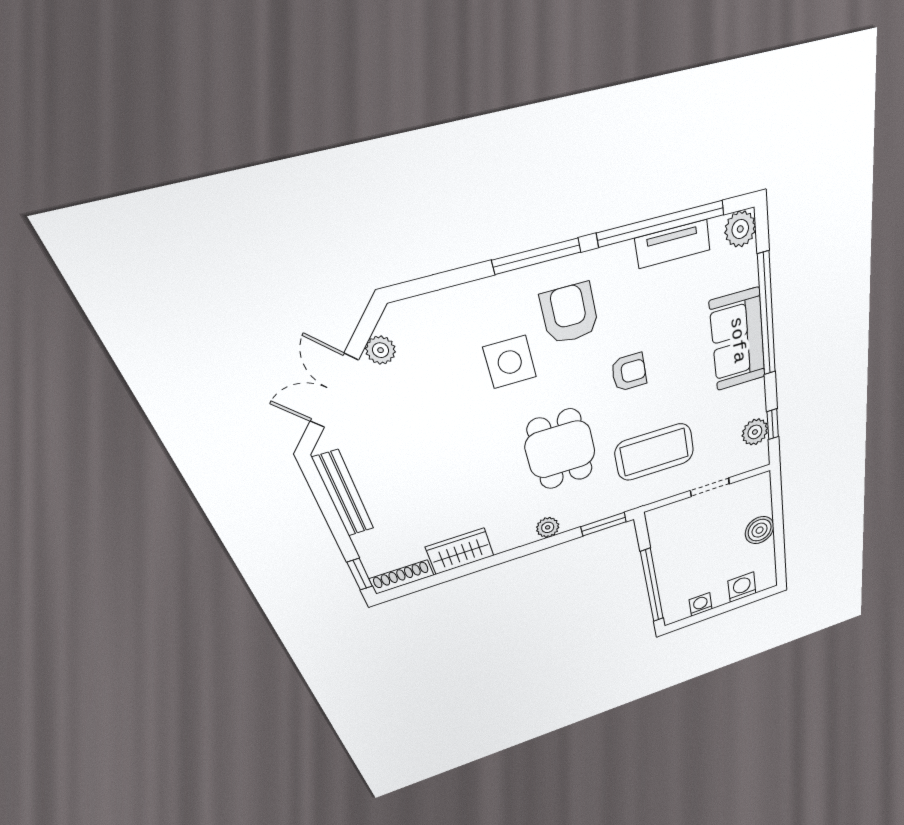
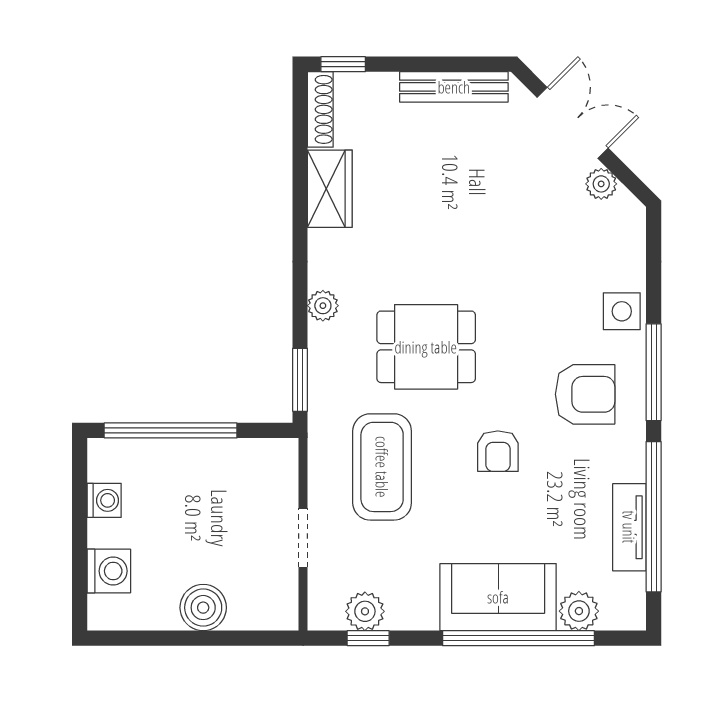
plant: (740, 229) -> (579, 611), moved
side table: (510, 362) -> (622, 311), moved, width x0.73, depth x0.73

